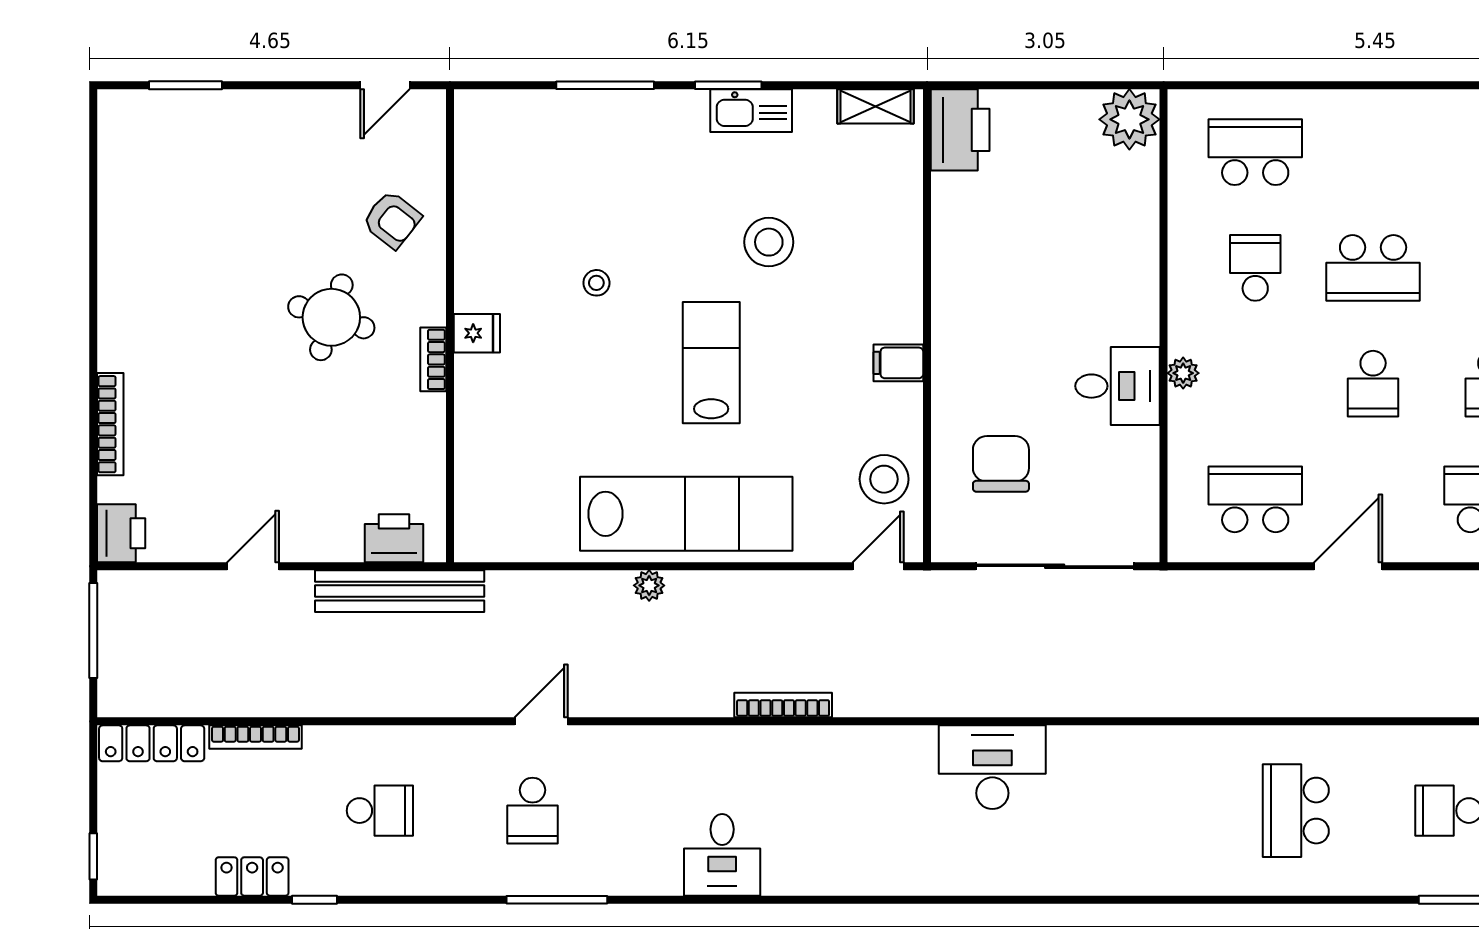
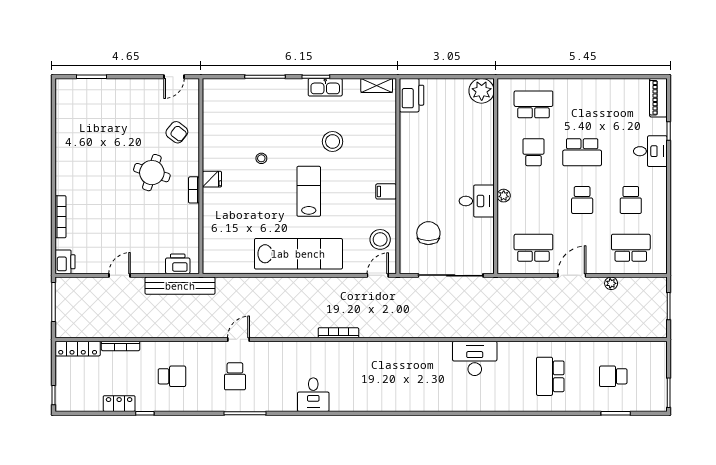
plant: (649, 585) -> (611, 283), moved
desk: (992, 767) -> (475, 358), moved

